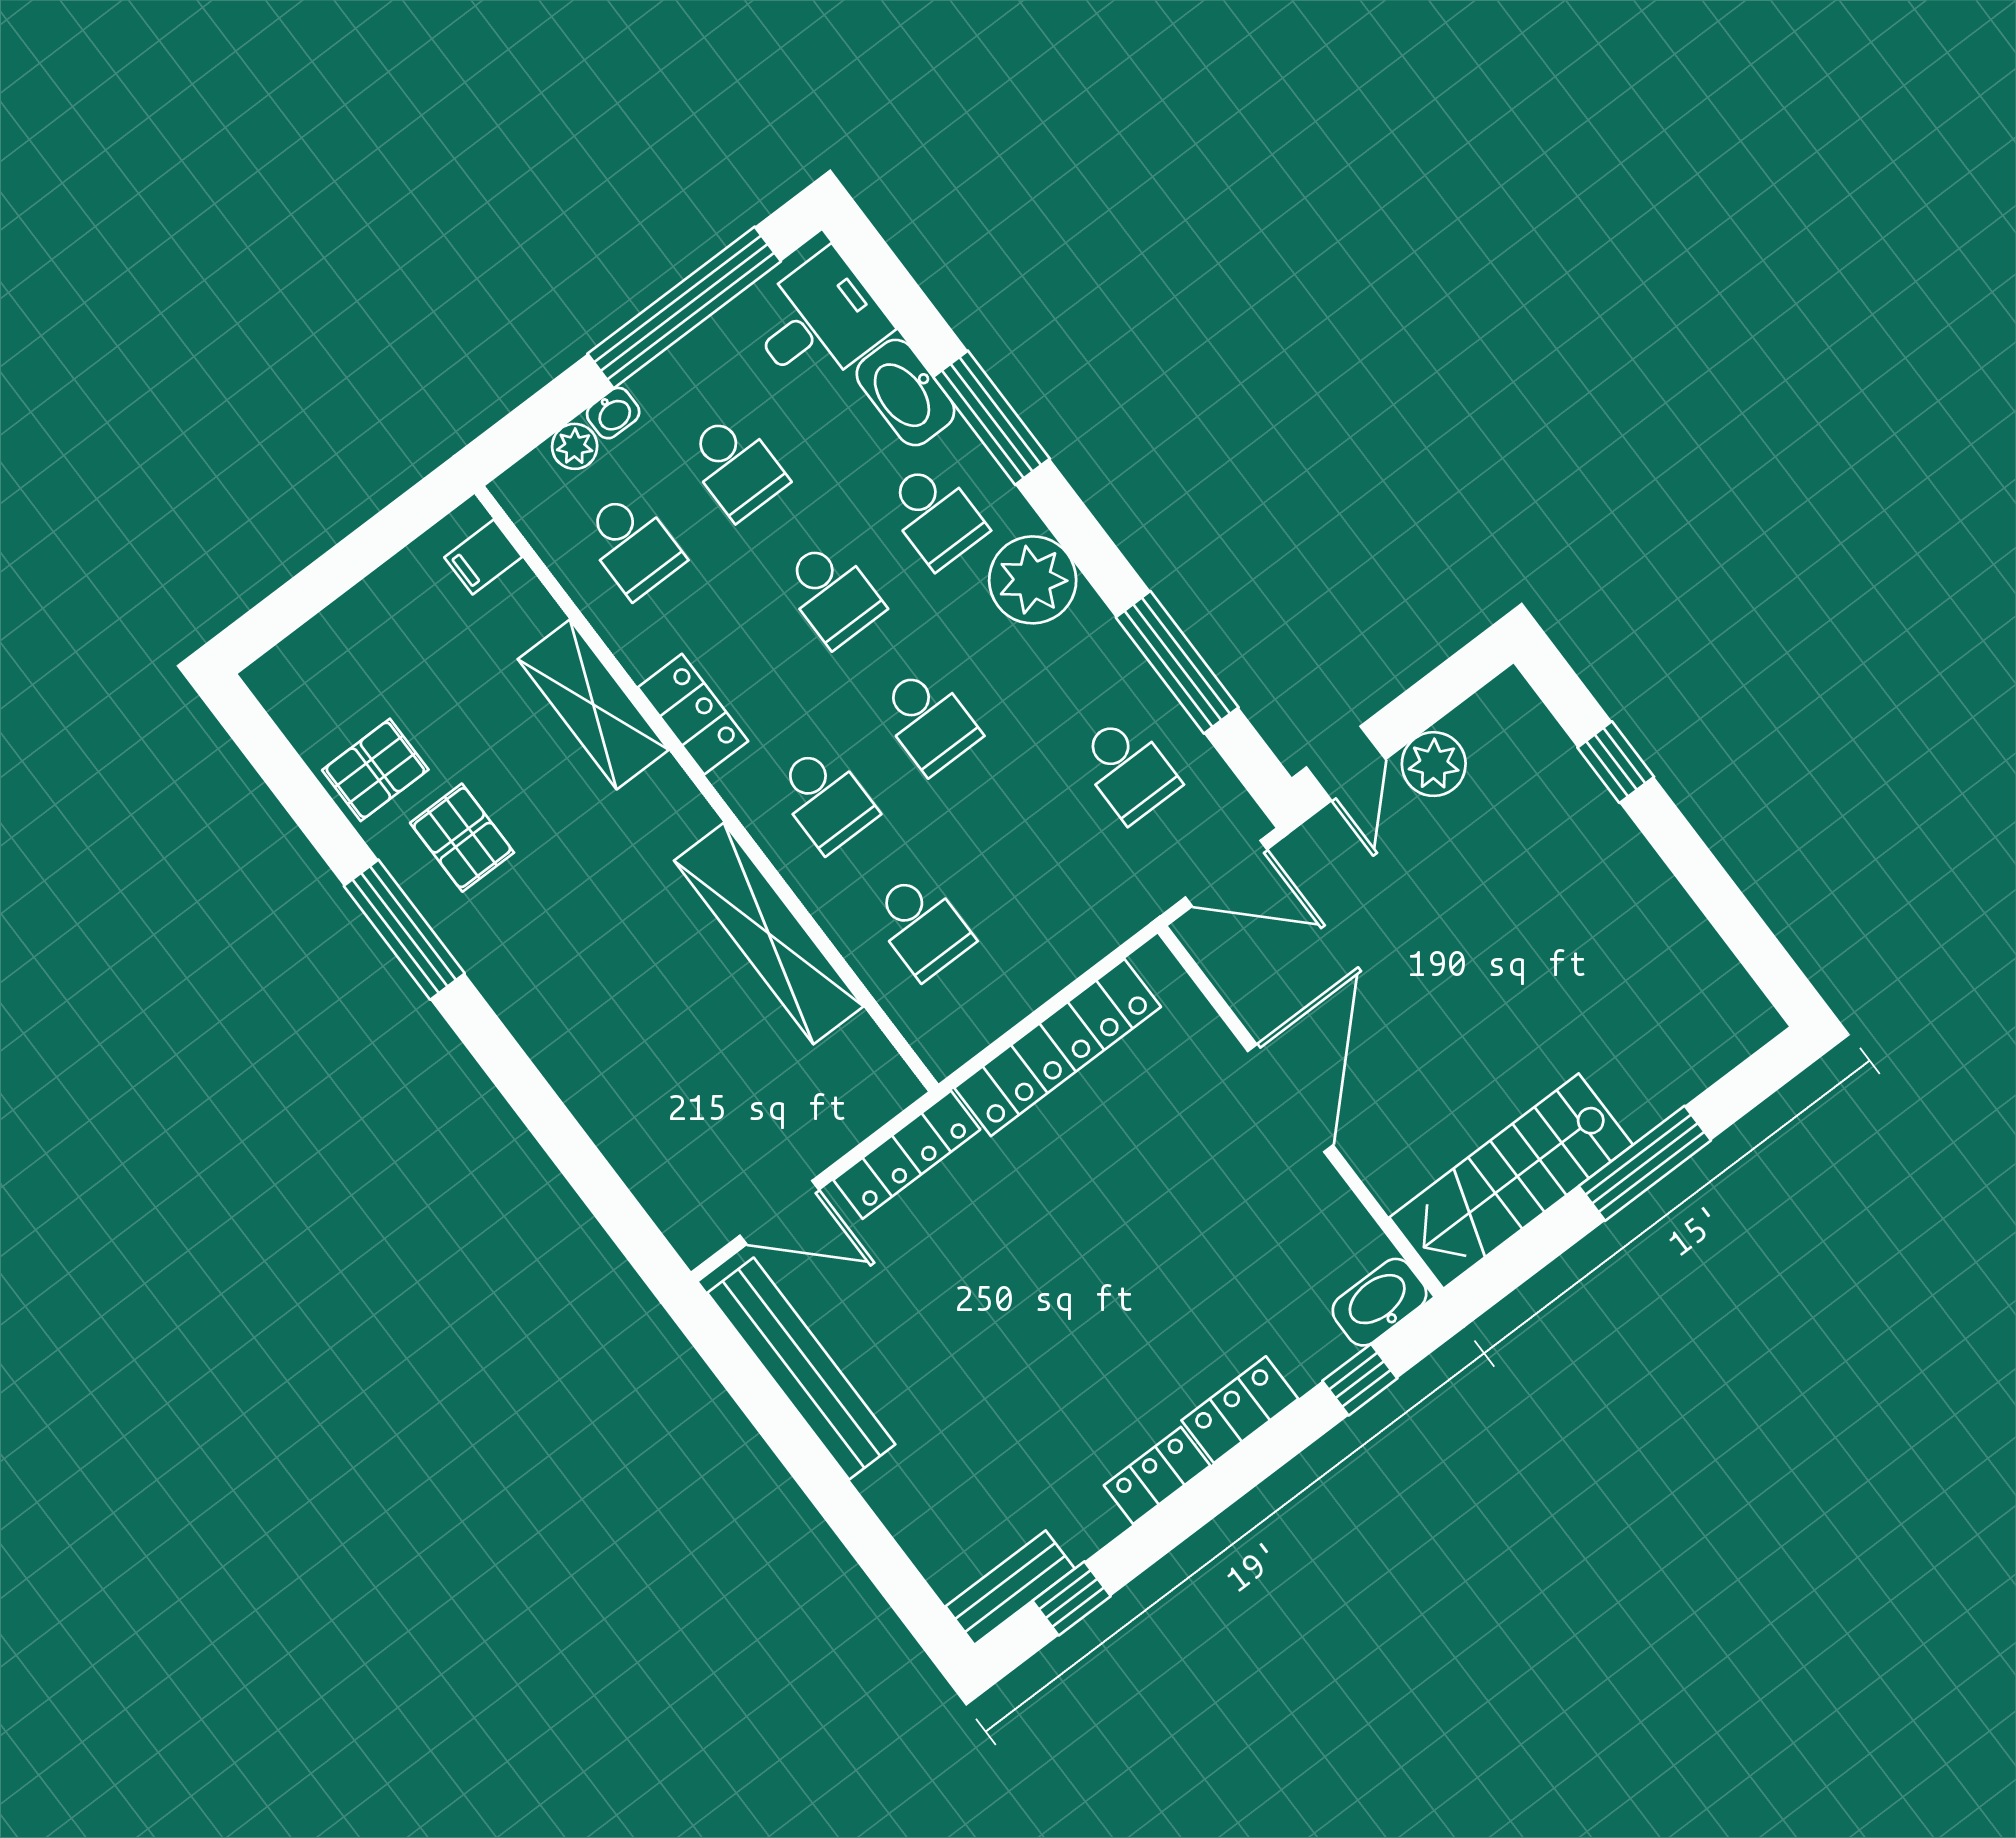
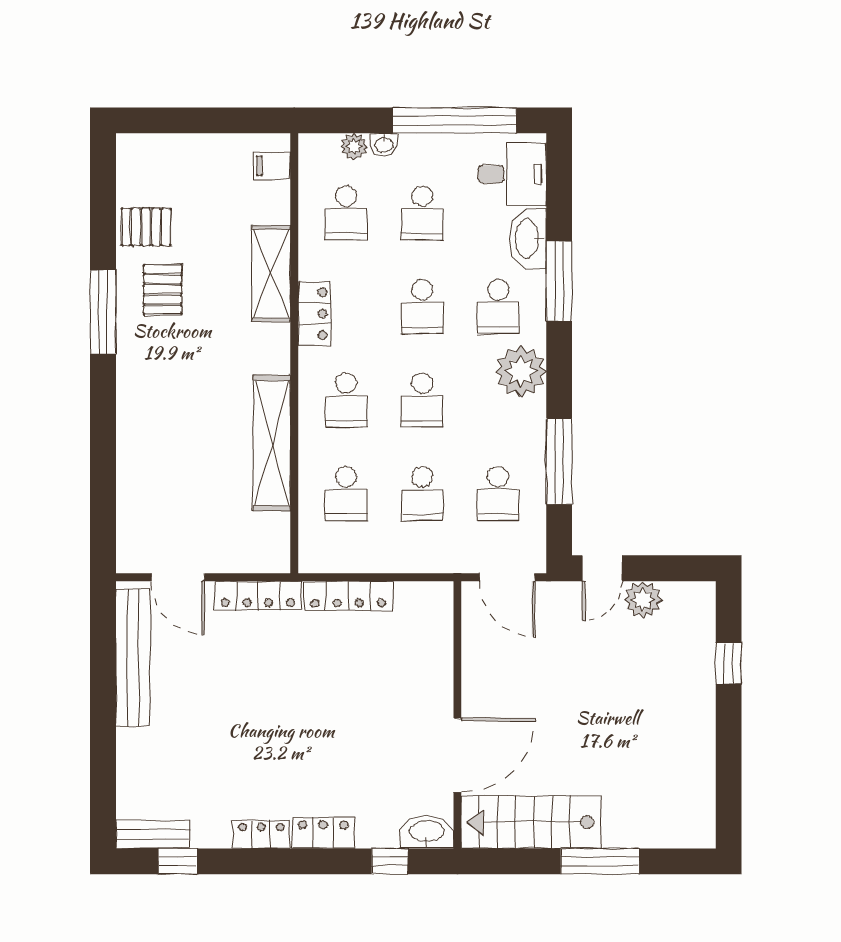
school desk: (1025, 847) -> (422, 494), added
locker: (1058, 1047) -> (348, 596), width x0.71, depth x0.83
door: (1290, 1098) -> (457, 755), moved

